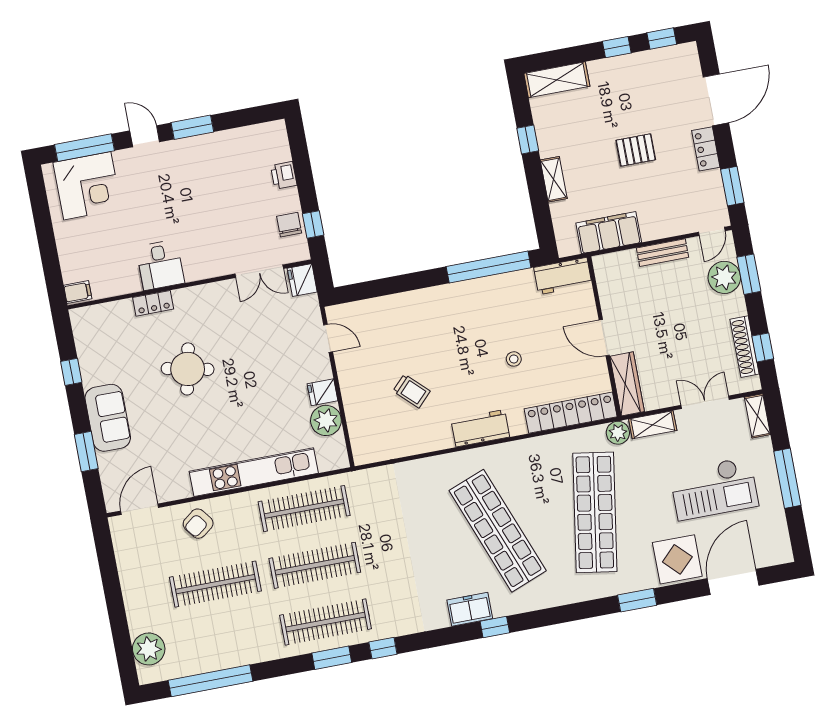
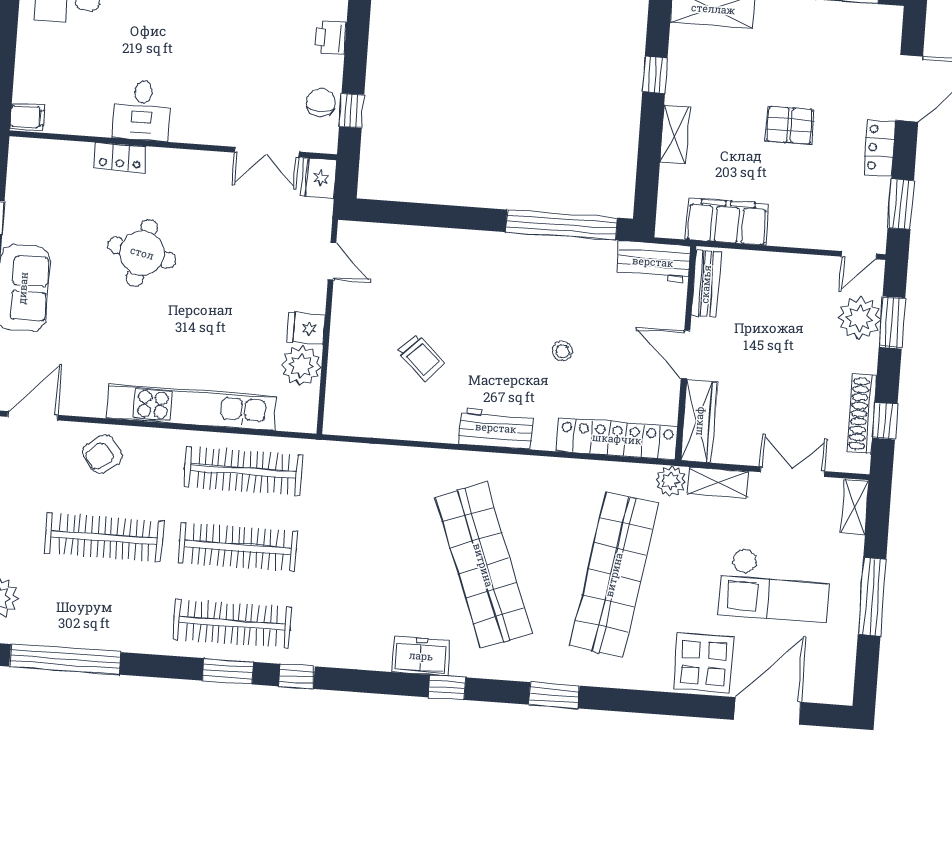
bench: (662, 253) -> (706, 284), moved, turned 90
window: (637, 600) -> (554, 695), moved

